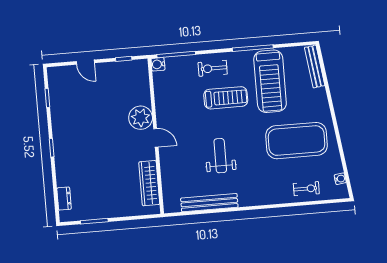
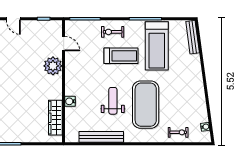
water cooler: (158, 64) -> (70, 101), moved
door: (156, 138) -> (64, 44), moved
exercise mat: (296, 141) -> (146, 105), moved, turned 90

